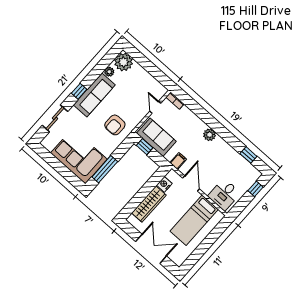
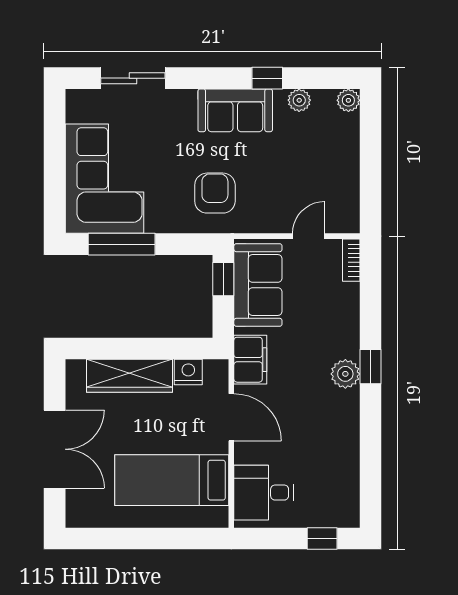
plant: (124, 62) -> (348, 100), width x0.53, depth x0.53
window: (79, 91) -> (267, 78), moved
sofa: (94, 95) -> (235, 110), width x0.73
armchair: (115, 125) -> (215, 193), turned 90
window: (248, 155) -> (370, 367), moved
filing cabinet: (178, 161) -> (250, 360), width x2.00
door: (191, 183) -> (231, 417), hinge flipped

